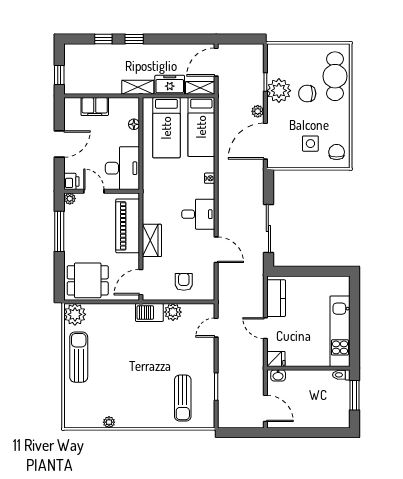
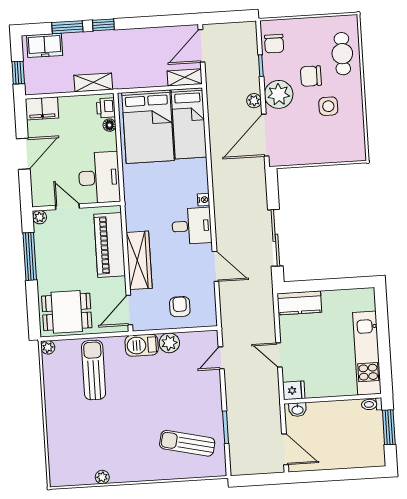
window: (103, 39) -> (67, 27), width x1.50
cafe table: (335, 76) -> (342, 54), width x0.73, depth x0.74
freezer: (170, 85) -> (45, 45), moved, turned 180
shelving: (138, 87) -> (93, 82), moved
plant: (279, 91) -> (279, 94), moved
filing cabinet: (95, 107) -> (42, 108), moved
bed: (166, 128) -> (148, 127), width x1.50
side table: (310, 144) -> (328, 106), moved
chair: (337, 152) -> (274, 44), moved, turned 180
nightstand: (210, 178) -> (204, 200), moved
printer: (71, 181) -> (106, 108), moved, turned 180
wardrobe: (152, 240) -> (139, 260), width x1.50
kitchen counter: (276, 298) -> (299, 303), moved, turned 90
plant: (75, 314) -> (48, 347), width x0.53, depth x0.53
sun lounger: (79, 357) -> (94, 370), moved
sun lounger: (183, 398) -> (187, 443), turned 103

